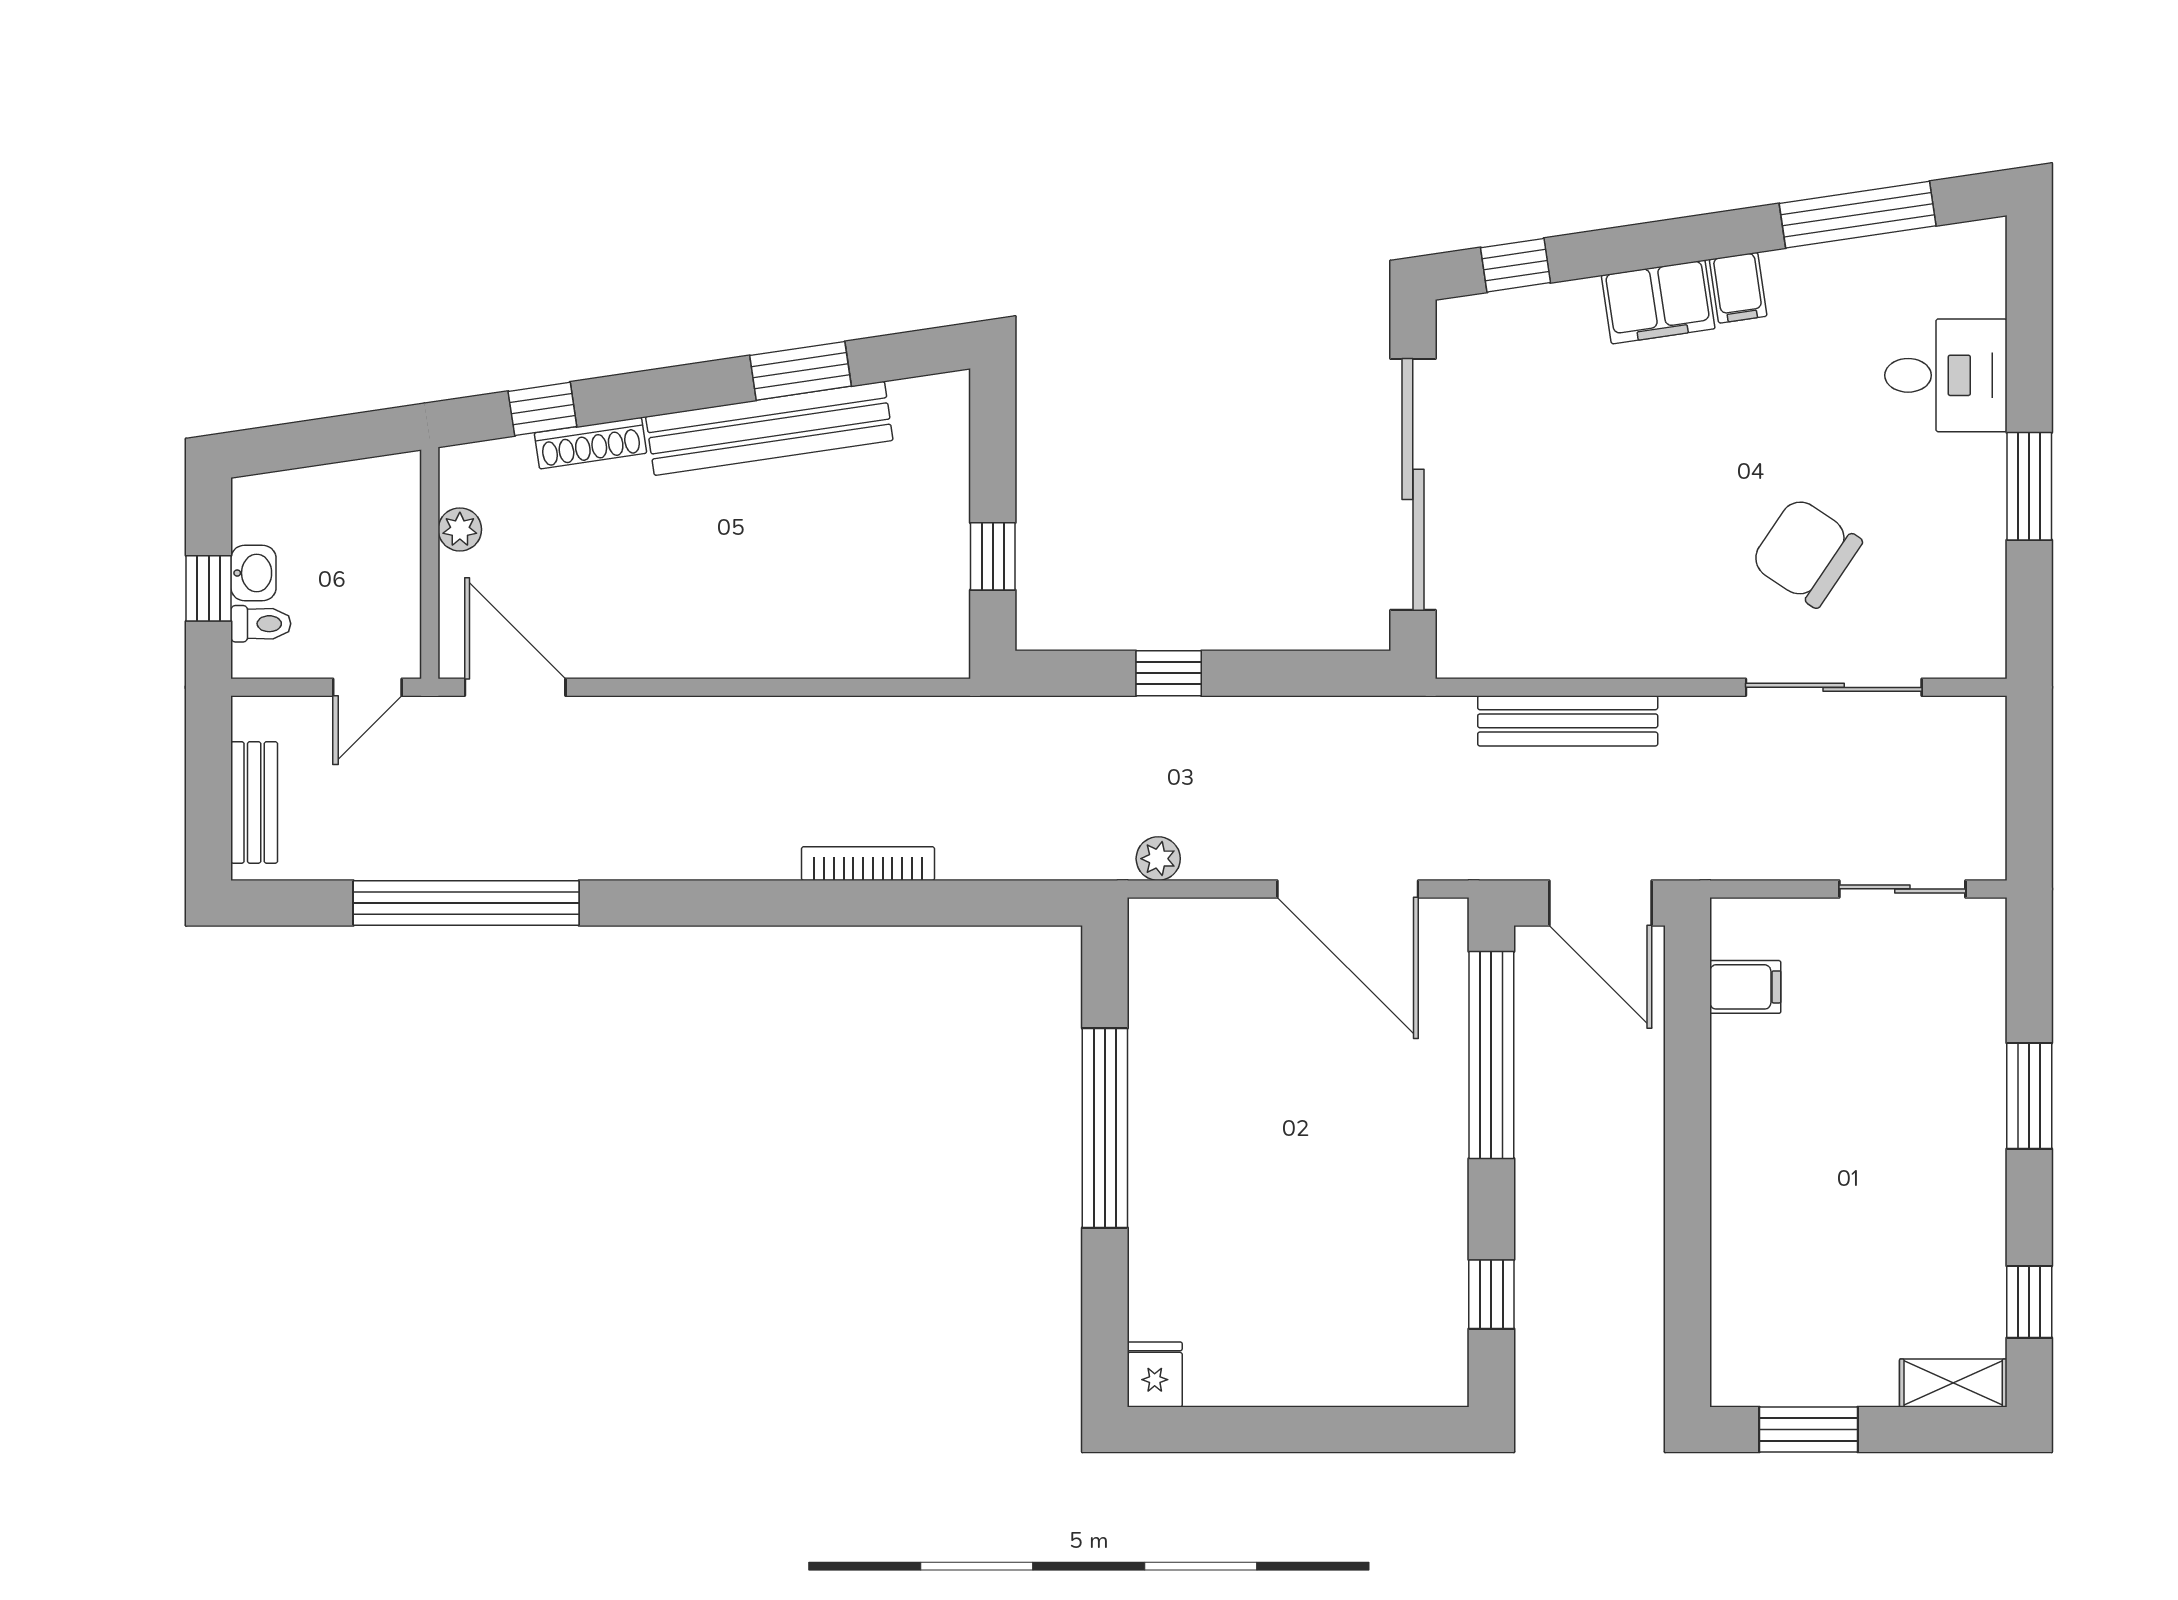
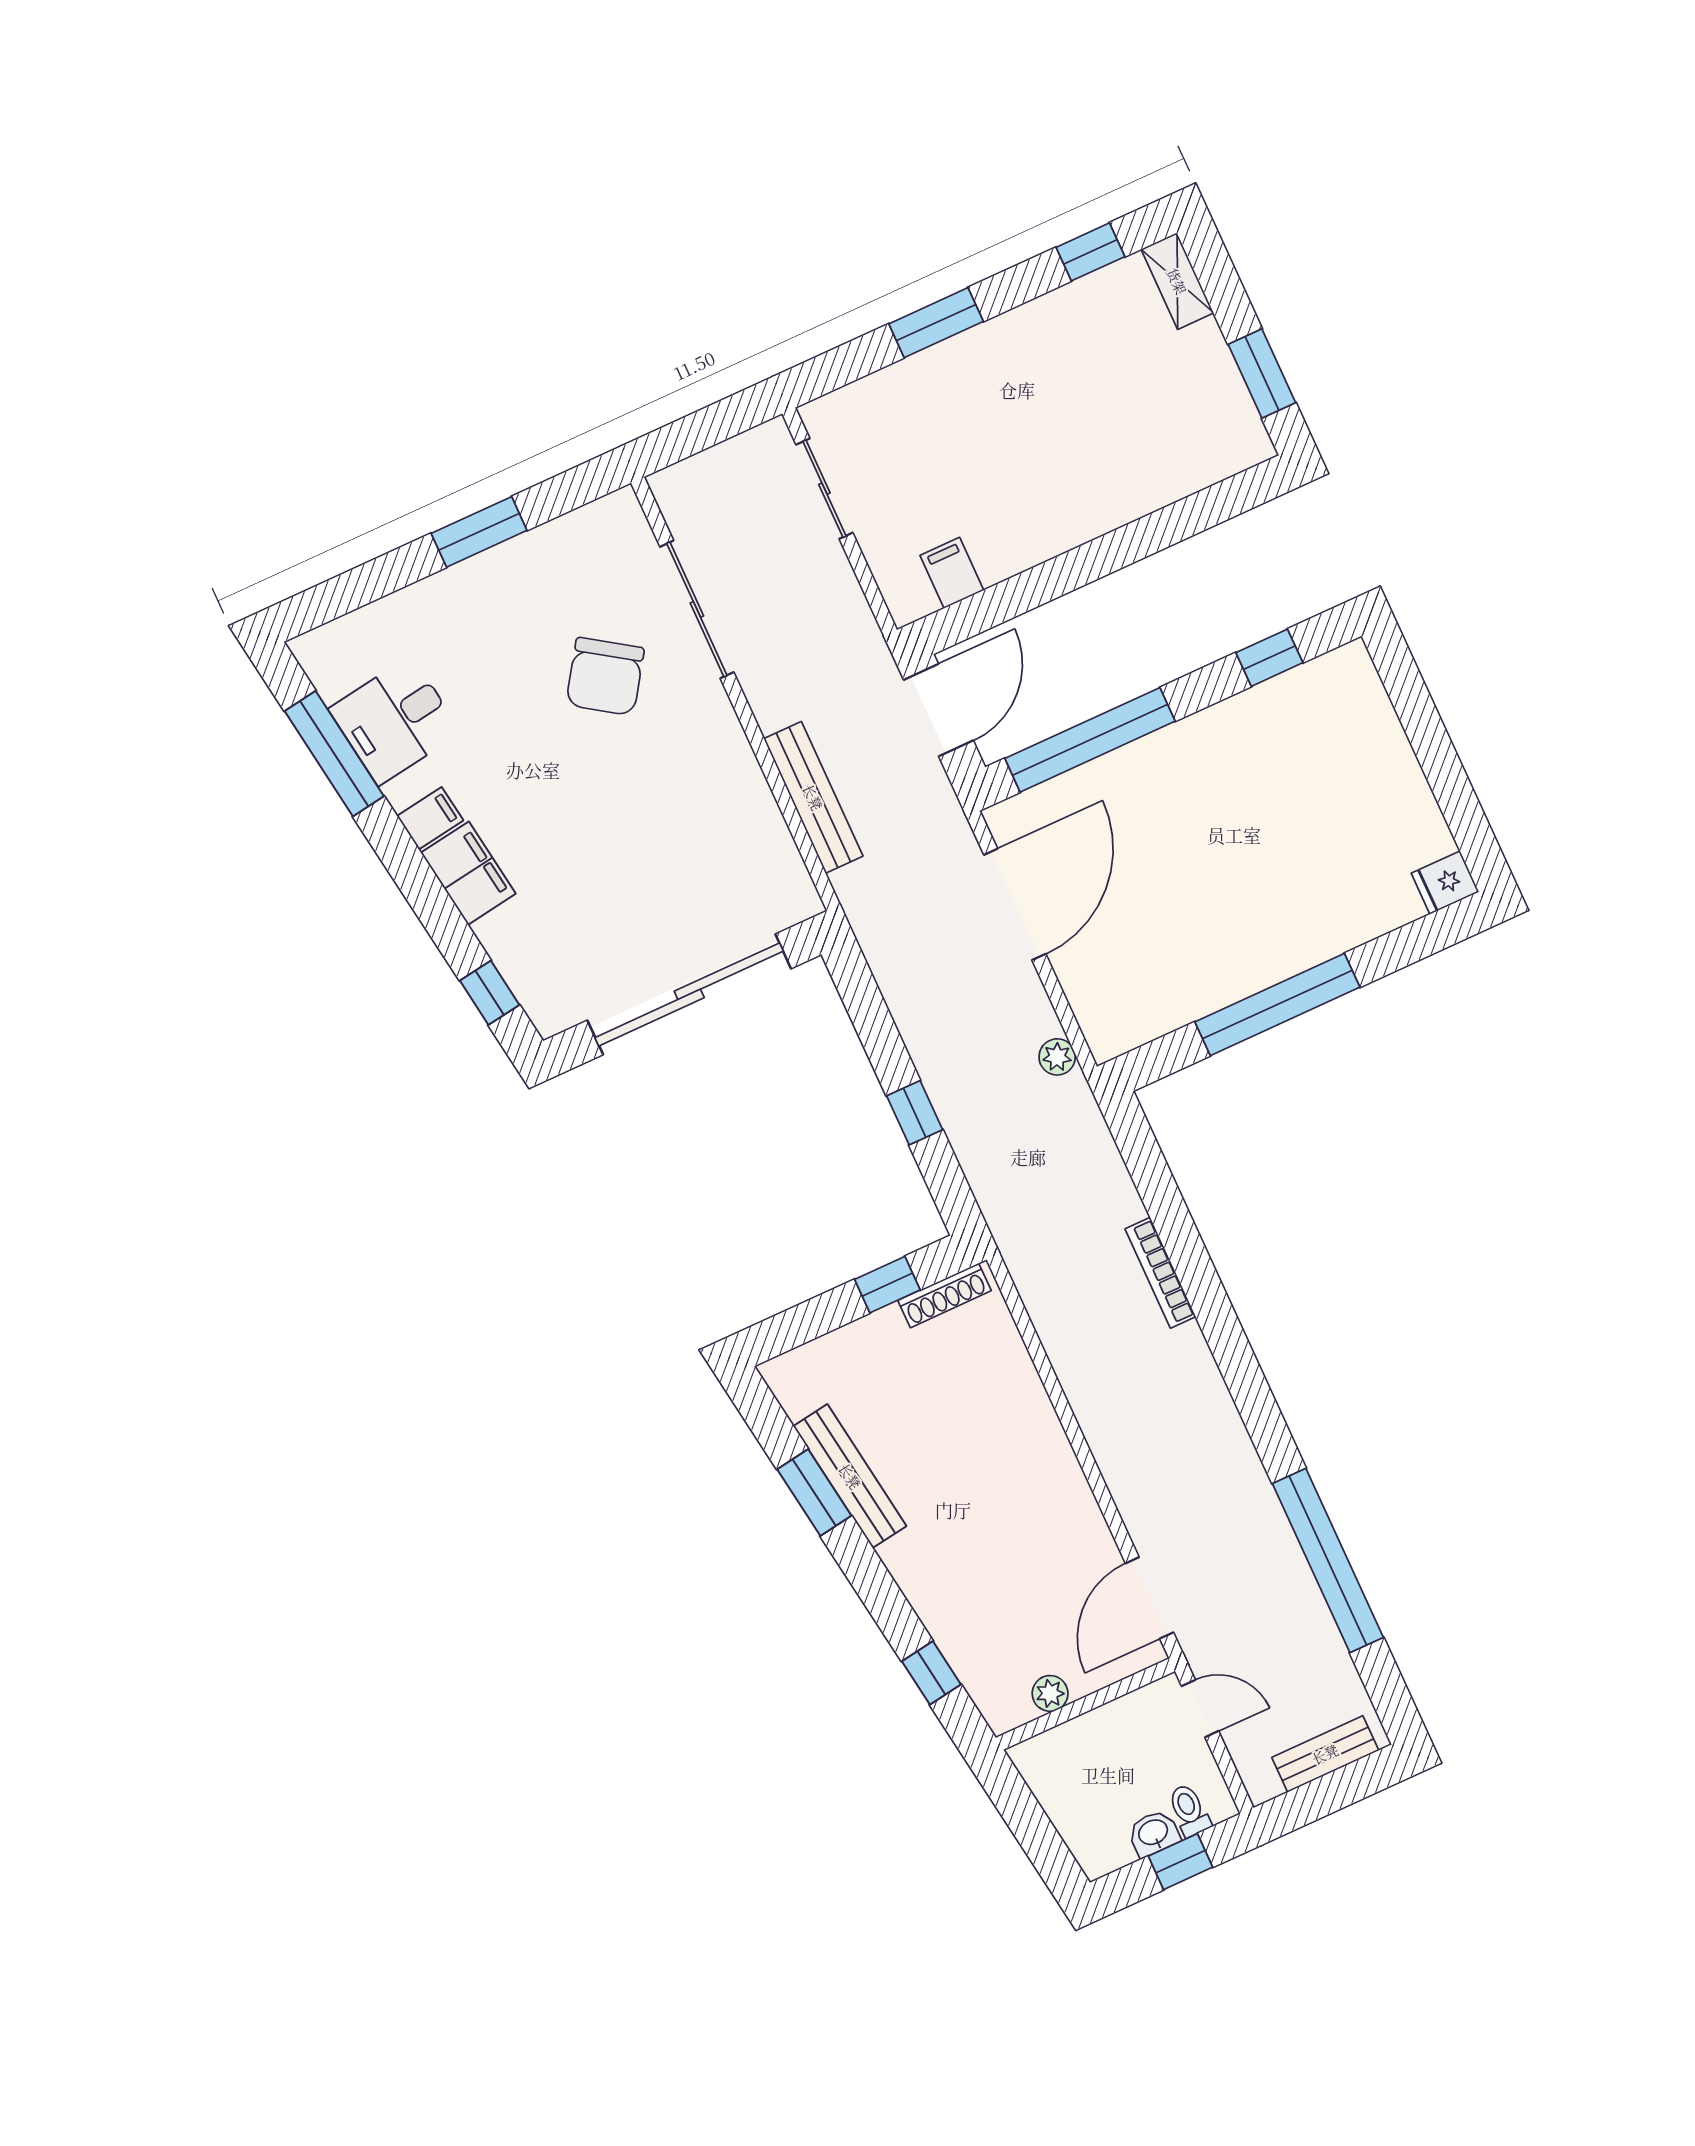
desk: (1946, 375) -> (395, 721), moved, turned -98
bench: (769, 428) -> (850, 1476), width x0.73, depth x0.82
shoe rack: (590, 443) -> (944, 1295), moved, turned 98

